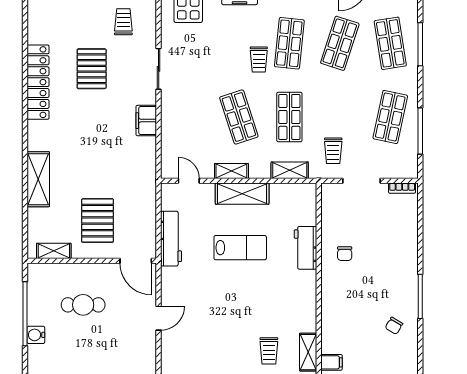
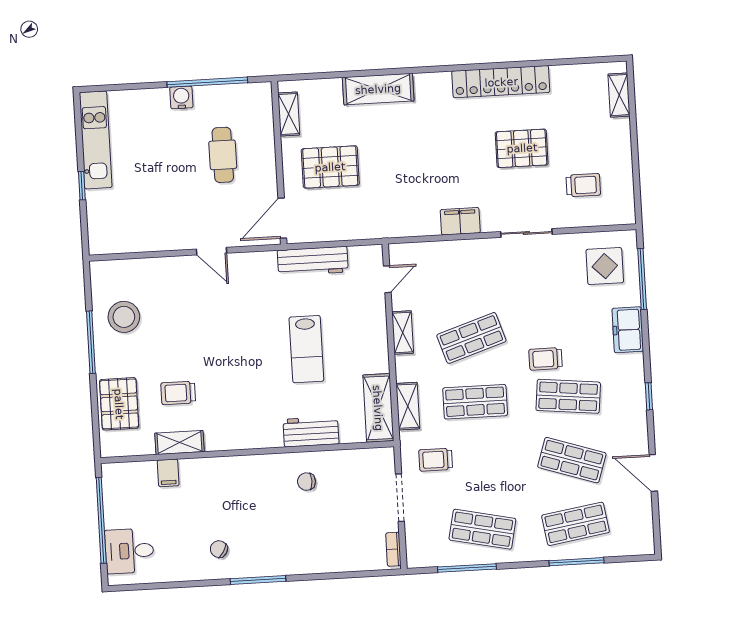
shelving: (242, 194) -> (378, 408), moved

